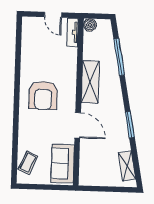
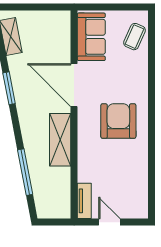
boiler: (90, 25) -> (63, 211), removed
door: (78, 125) -> (74, 85), width x1.36

